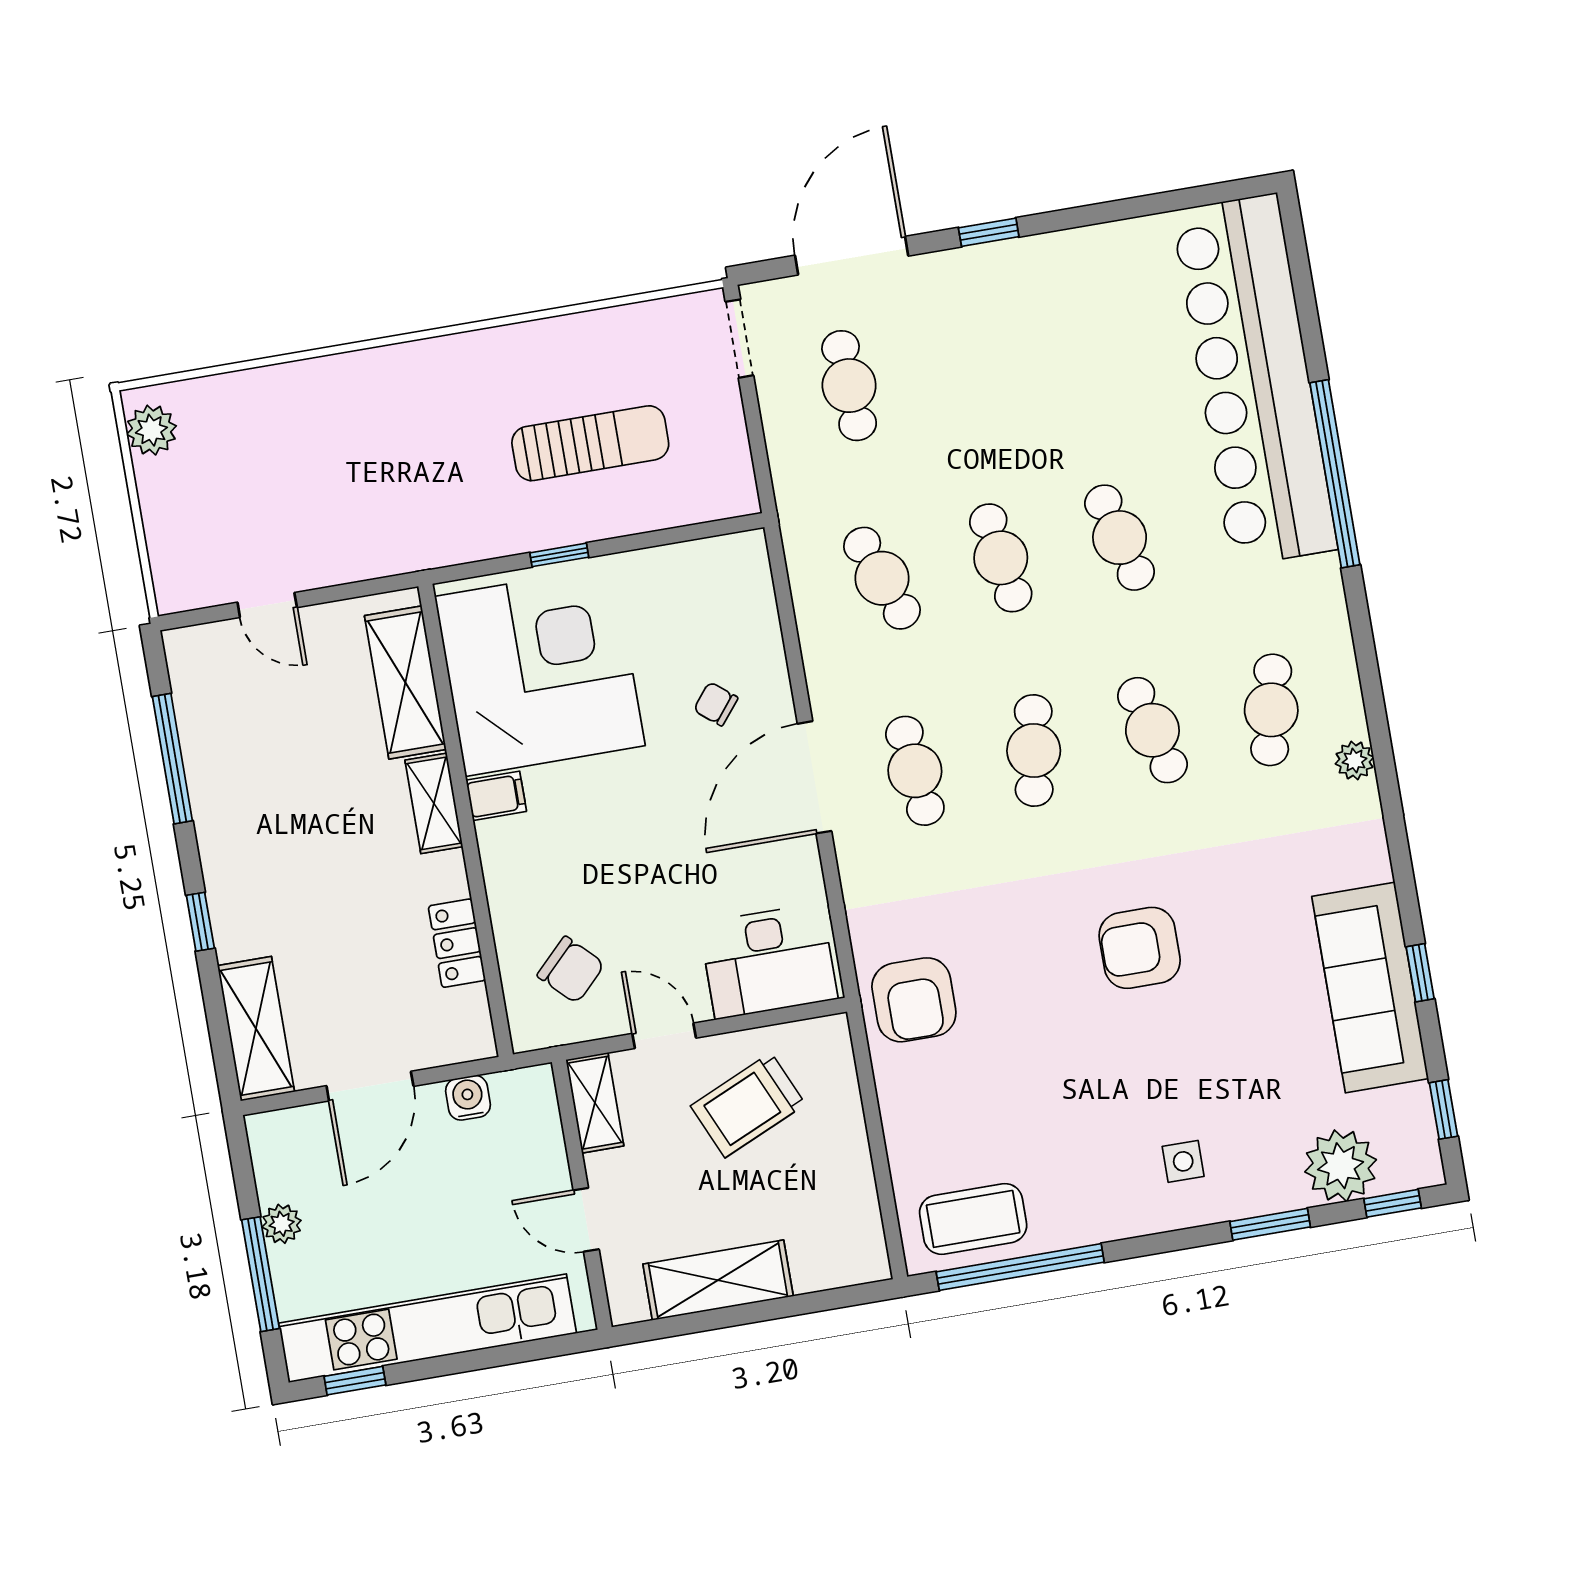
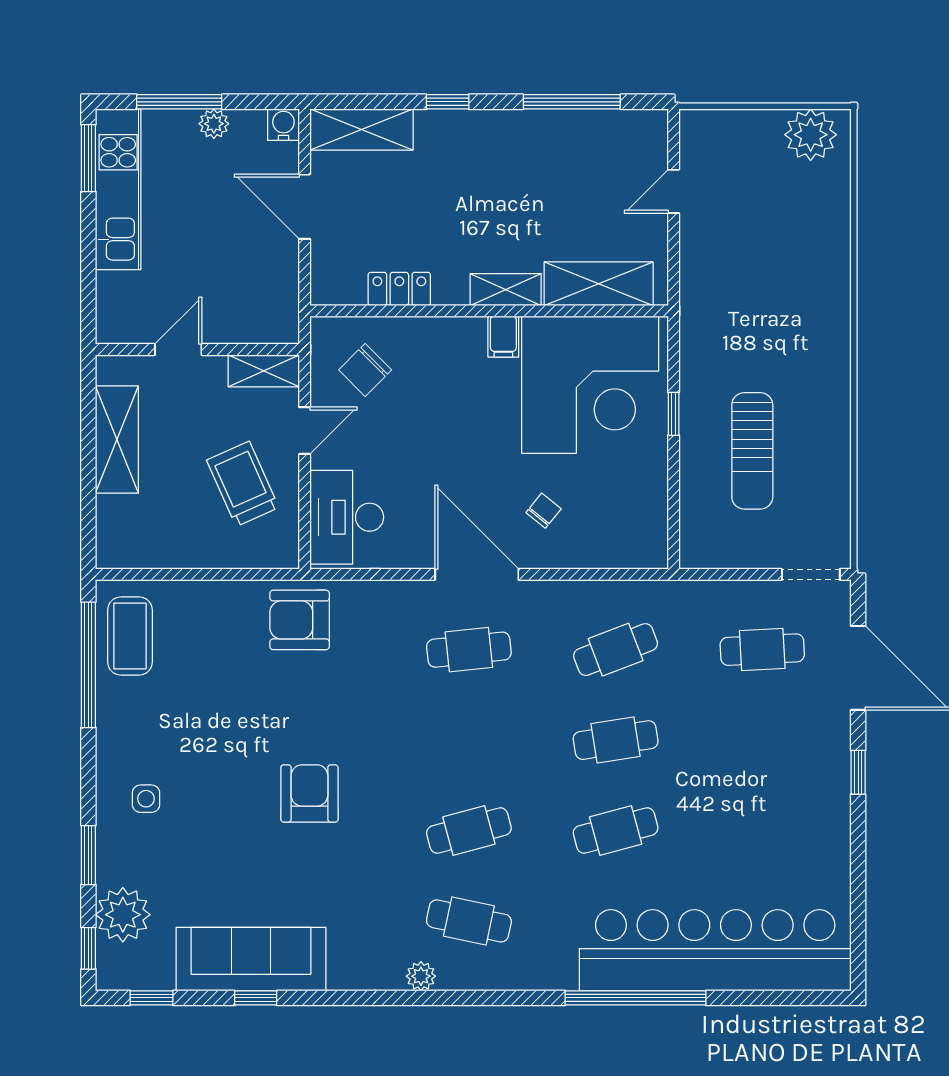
plant: (151, 430) -> (811, 135), width x1.36, depth x1.36
cafe table: (1034, 750) -> (469, 740), removed
water cooler: (468, 1098) -> (283, 125), moved, turned -90
kitchen unit: (428, 1328) -> (118, 189), width x0.73
window: (355, 1381) -> (88, 158), width x1.50

